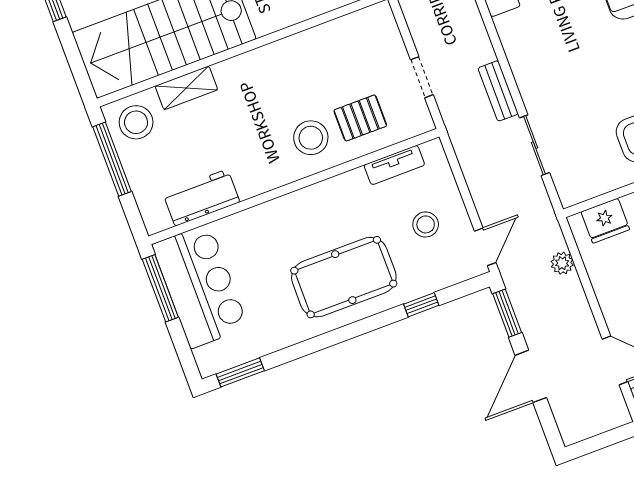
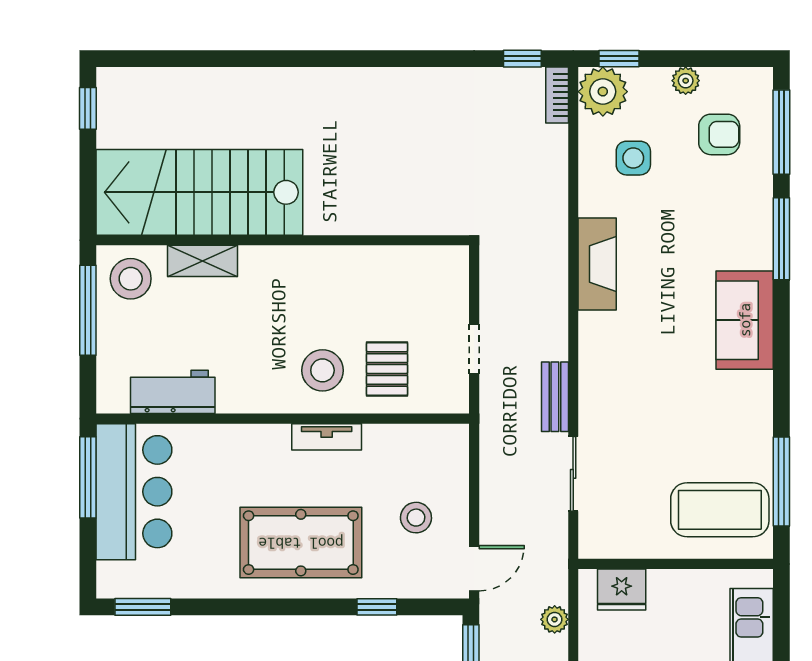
pallet: (360, 118) -> (387, 369), turned 90
tv unit: (394, 165) -> (327, 437), moved

